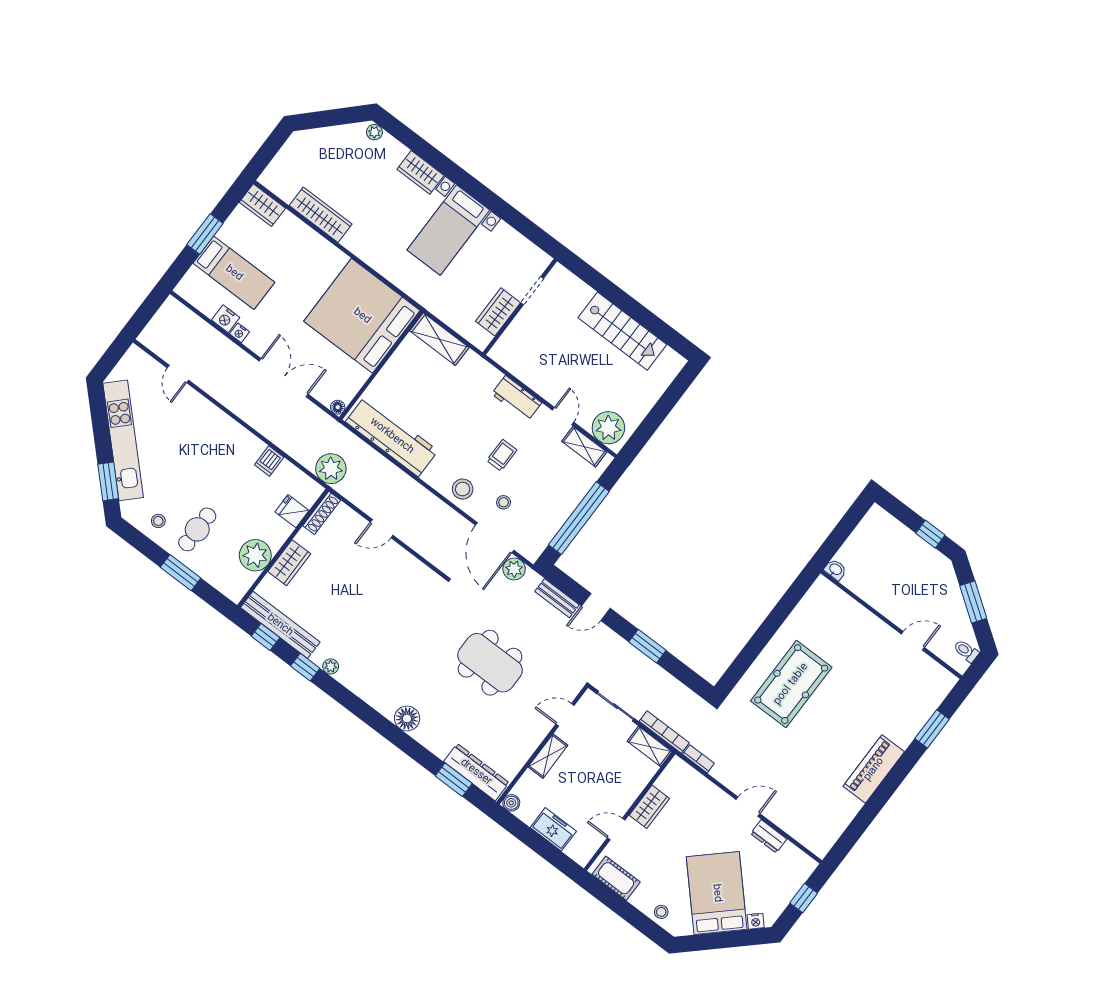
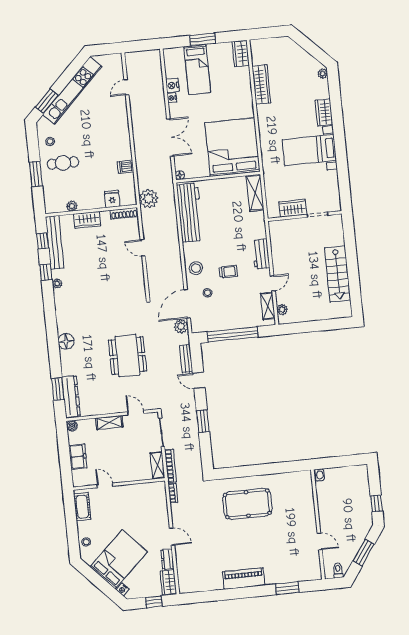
plant: (608, 428) -> (282, 310), width x0.53, depth x0.53
plant: (255, 555) -> (72, 206), width x0.53, depth x0.53
wardrobe: (649, 807) -> (168, 582), moved, turned 90

